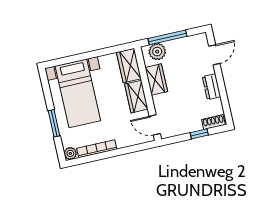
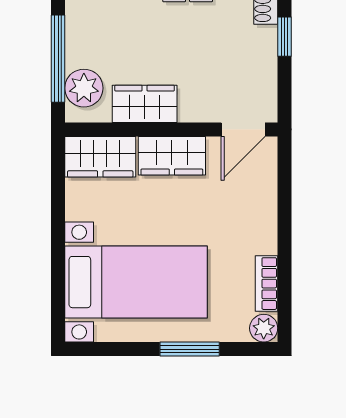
bookcase: (97, 149) -> (266, 284), width x0.64

